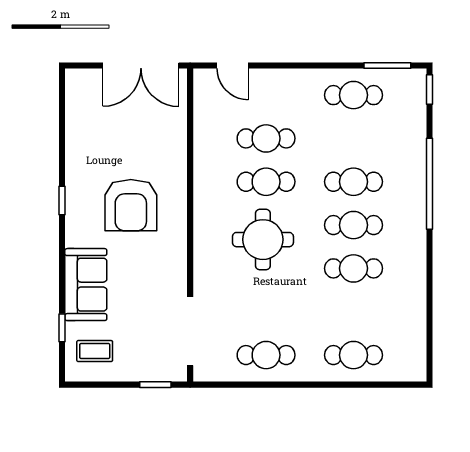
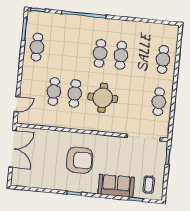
cafe table: (353, 182) -> (79, 51), removed

